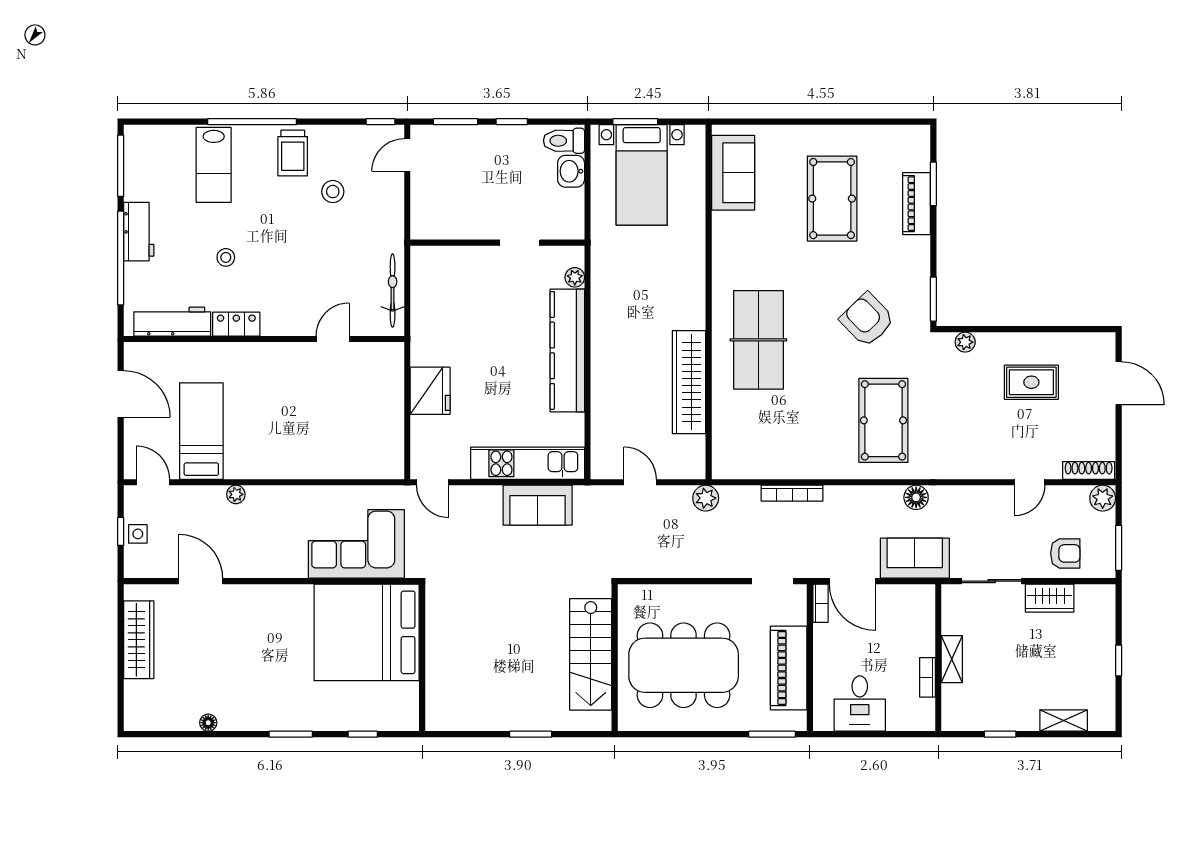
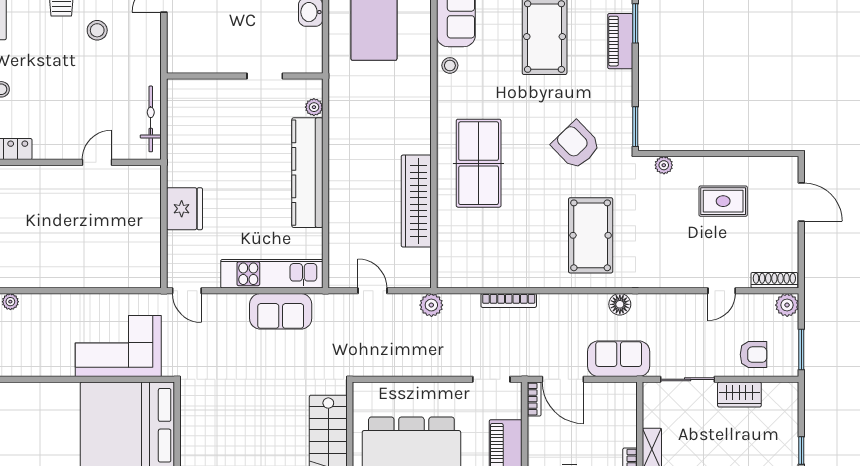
stool: (726, 231) -> (450, 65), added

